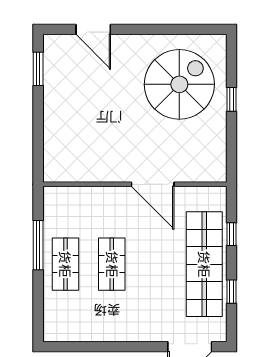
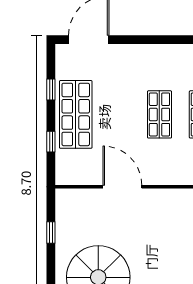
window: (231, 99) -> (51, 232), moved
shop shelf: (204, 264) -> (76, 114), width x0.71

